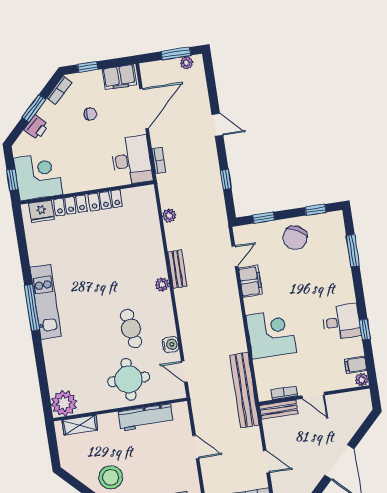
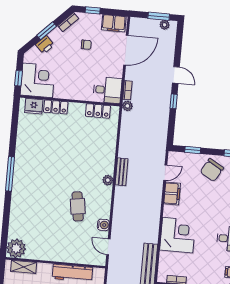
desk: (132, 160) -> (107, 90), width x0.73
window: (226, 179) -> (174, 101), moved
locker: (105, 200) -> (98, 111), moved
plant: (169, 216) -> (127, 106), moved
kitchen unit: (46, 302) -> (21, 172), removed
round table: (129, 379) -> (67, 243), removed

